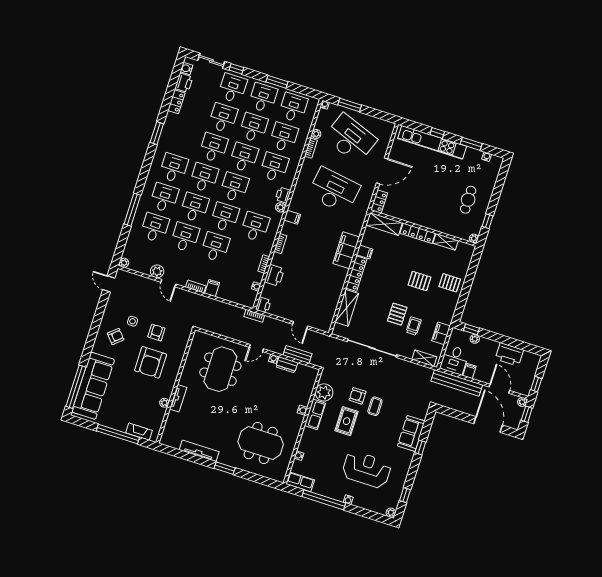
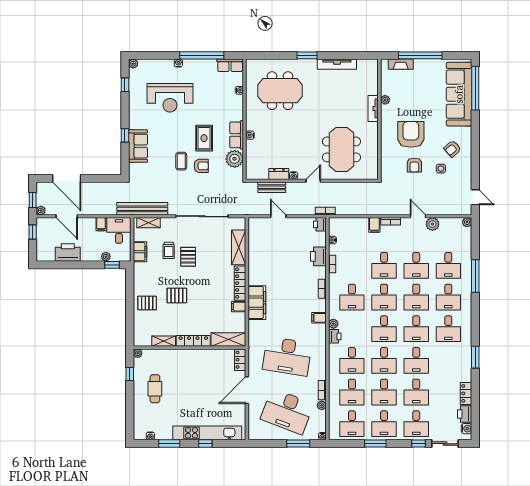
bench: (457, 383) -> (142, 209), moved

